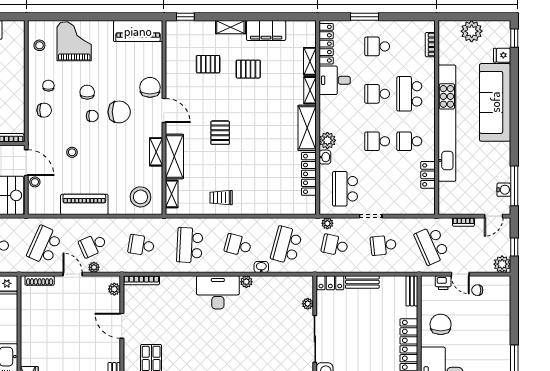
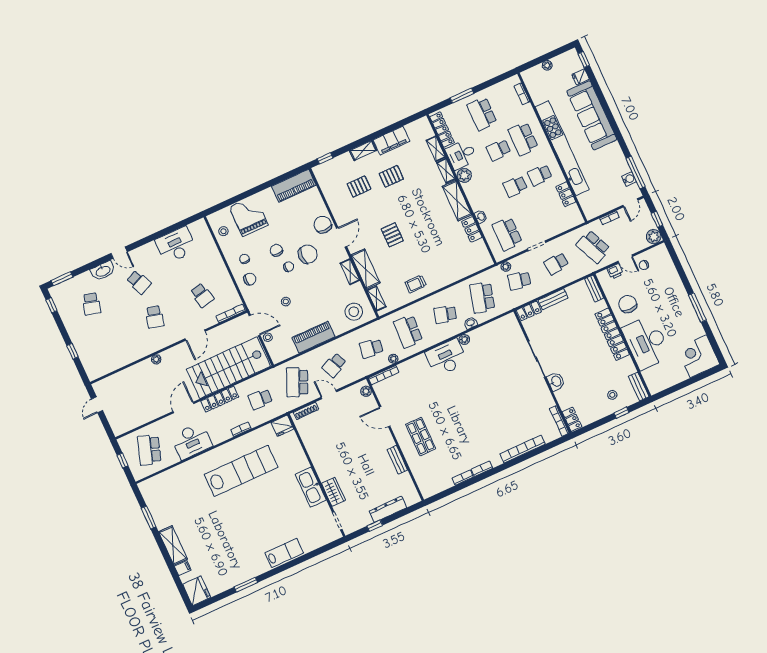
plant: (472, 31) -> (547, 65), width x0.53, depth x0.53
school desk: (377, 46) -> (482, 114), width x1.85
door: (164, 110) -> (341, 237), hinge flipped
plant: (327, 140) -> (464, 175), moved
locker: (309, 174) -> (472, 229), width x0.66
plant: (94, 267) -> (393, 359), moved
plant: (308, 304) -> (519, 335), removed

